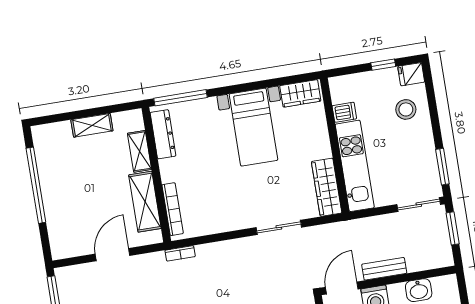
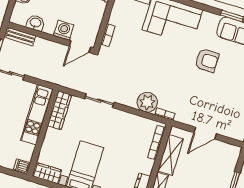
dishwasher: (344, 112) -> (22, 166), moved
plant: (212, 258) -> (147, 102), added
bench: (384, 269) -> (21, 37), moved

